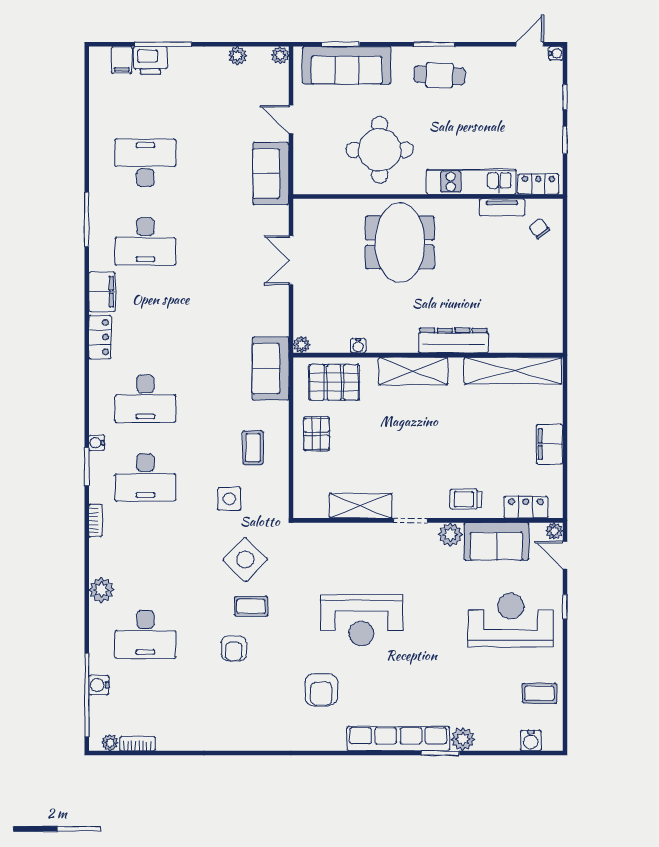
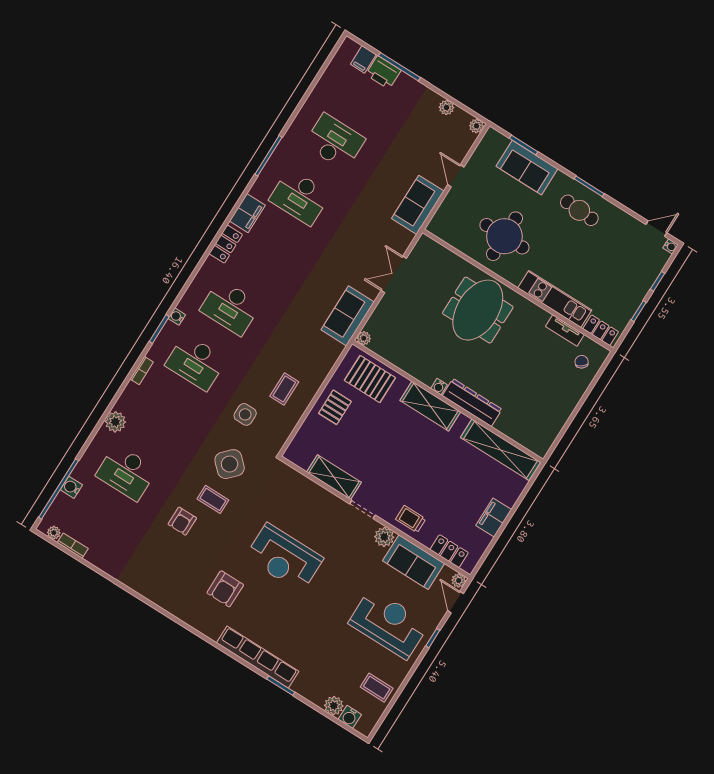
sofa: (347, 65) -> (527, 168), width x0.73
water cooler: (358, 346) -> (439, 387), moved
sofa: (271, 369) -> (348, 316), moved
plant: (463, 739) -> (334, 706), moved

